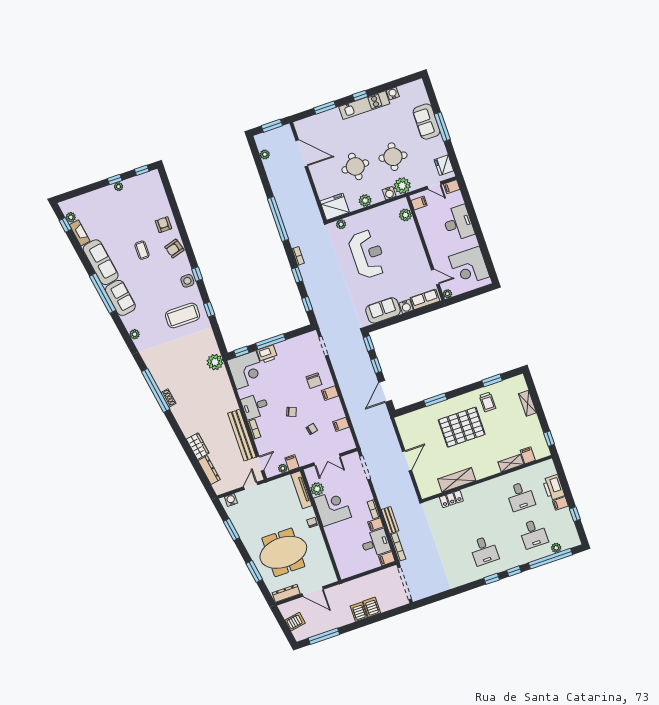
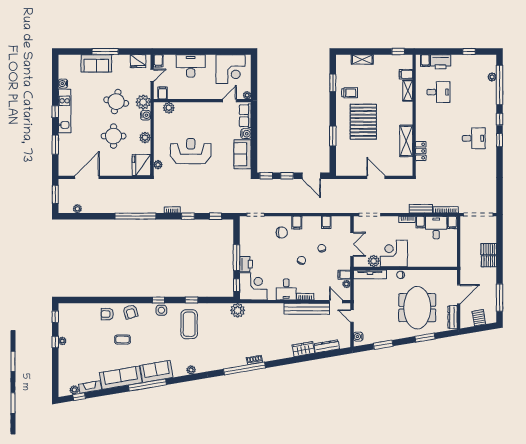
filing cabinet: (560, 503) -> (425, 61), moved
desk: (533, 534) -> (474, 92), removed

